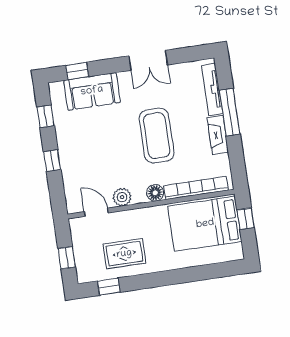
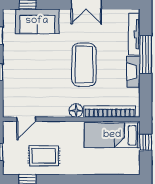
plant: (122, 197) -> (49, 110), removed
door: (96, 212) -> (26, 119), swing flipped
bed: (205, 224) -> (112, 135), width x0.67

